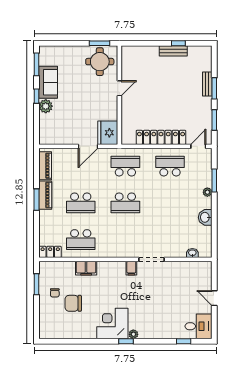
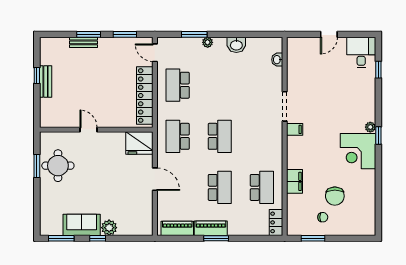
door: (119, 88) -> (88, 130), moved
wall: (119, 95) -> (96, 130), moved
fridge: (108, 133) -> (139, 143), moved

